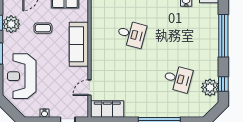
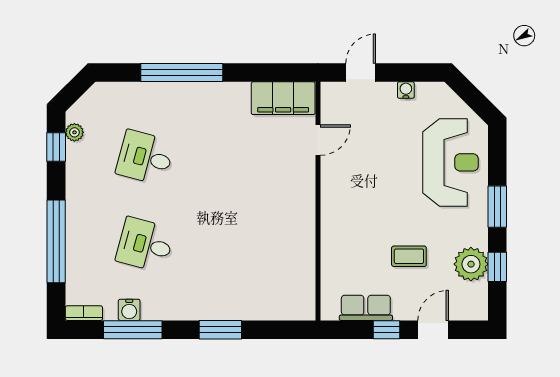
desk: (131, 34) -> (145, 245), moved
sofa: (79, 44) -> (339, 225), removed
plant: (210, 87) -> (74, 132), width x0.53, depth x0.53

